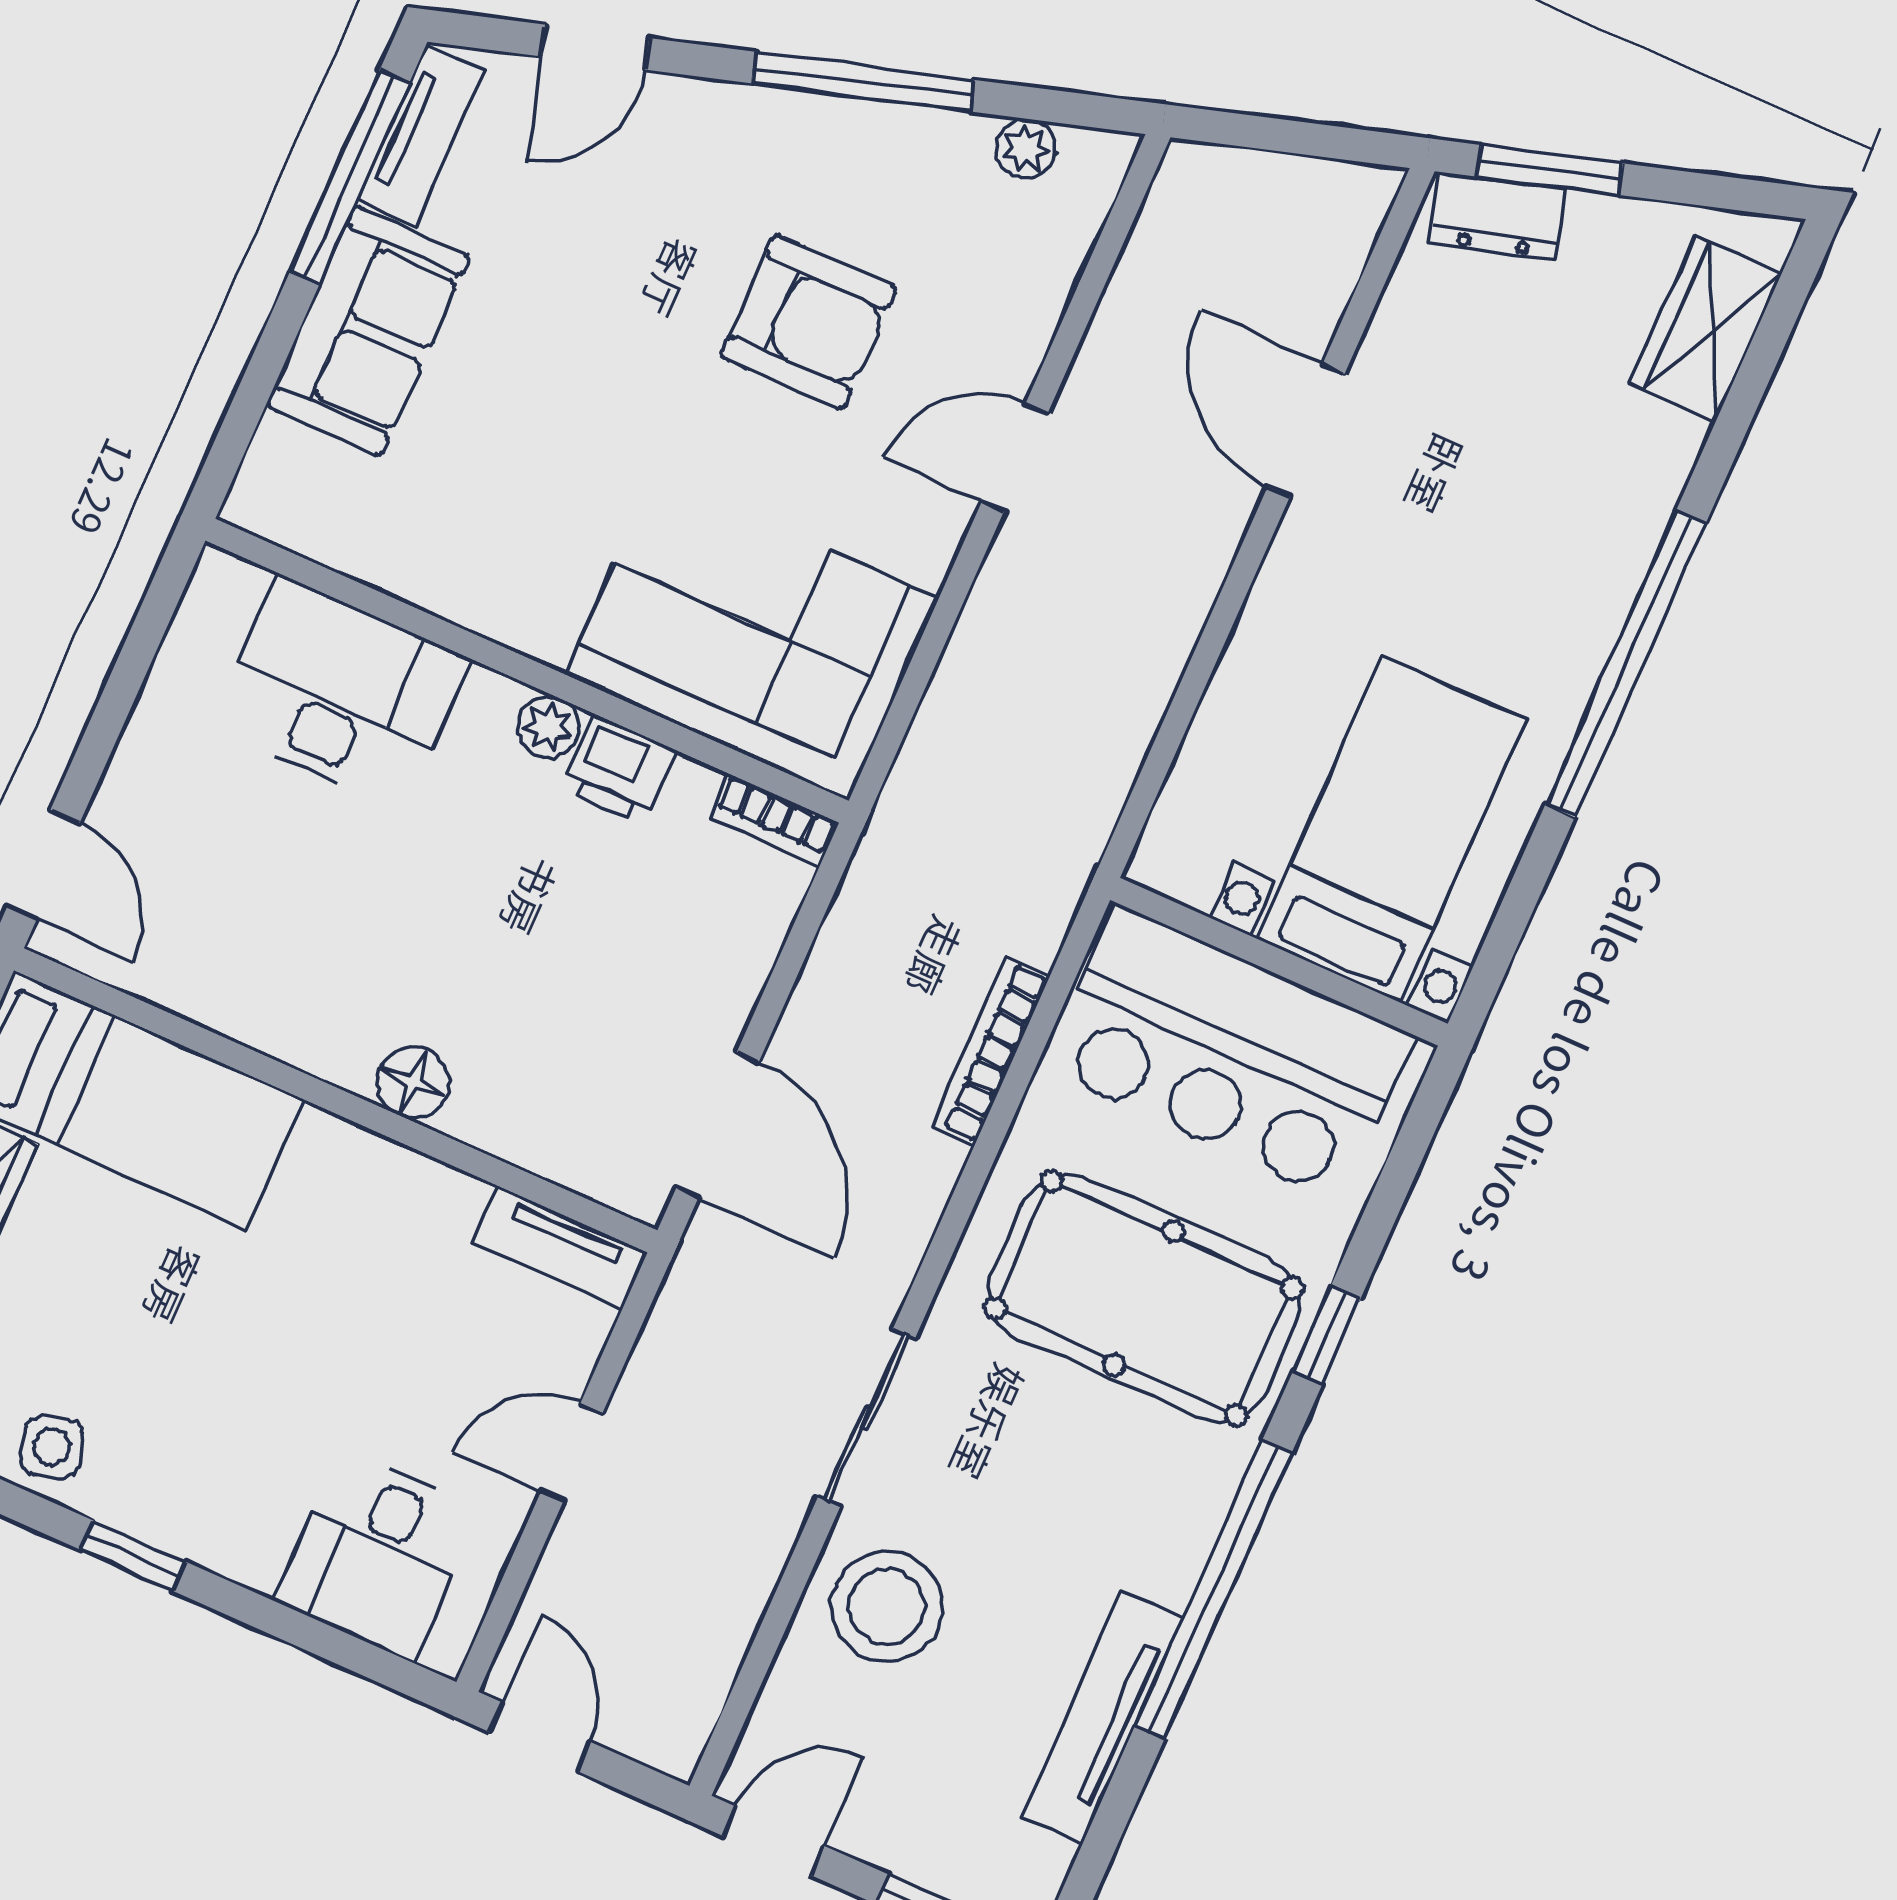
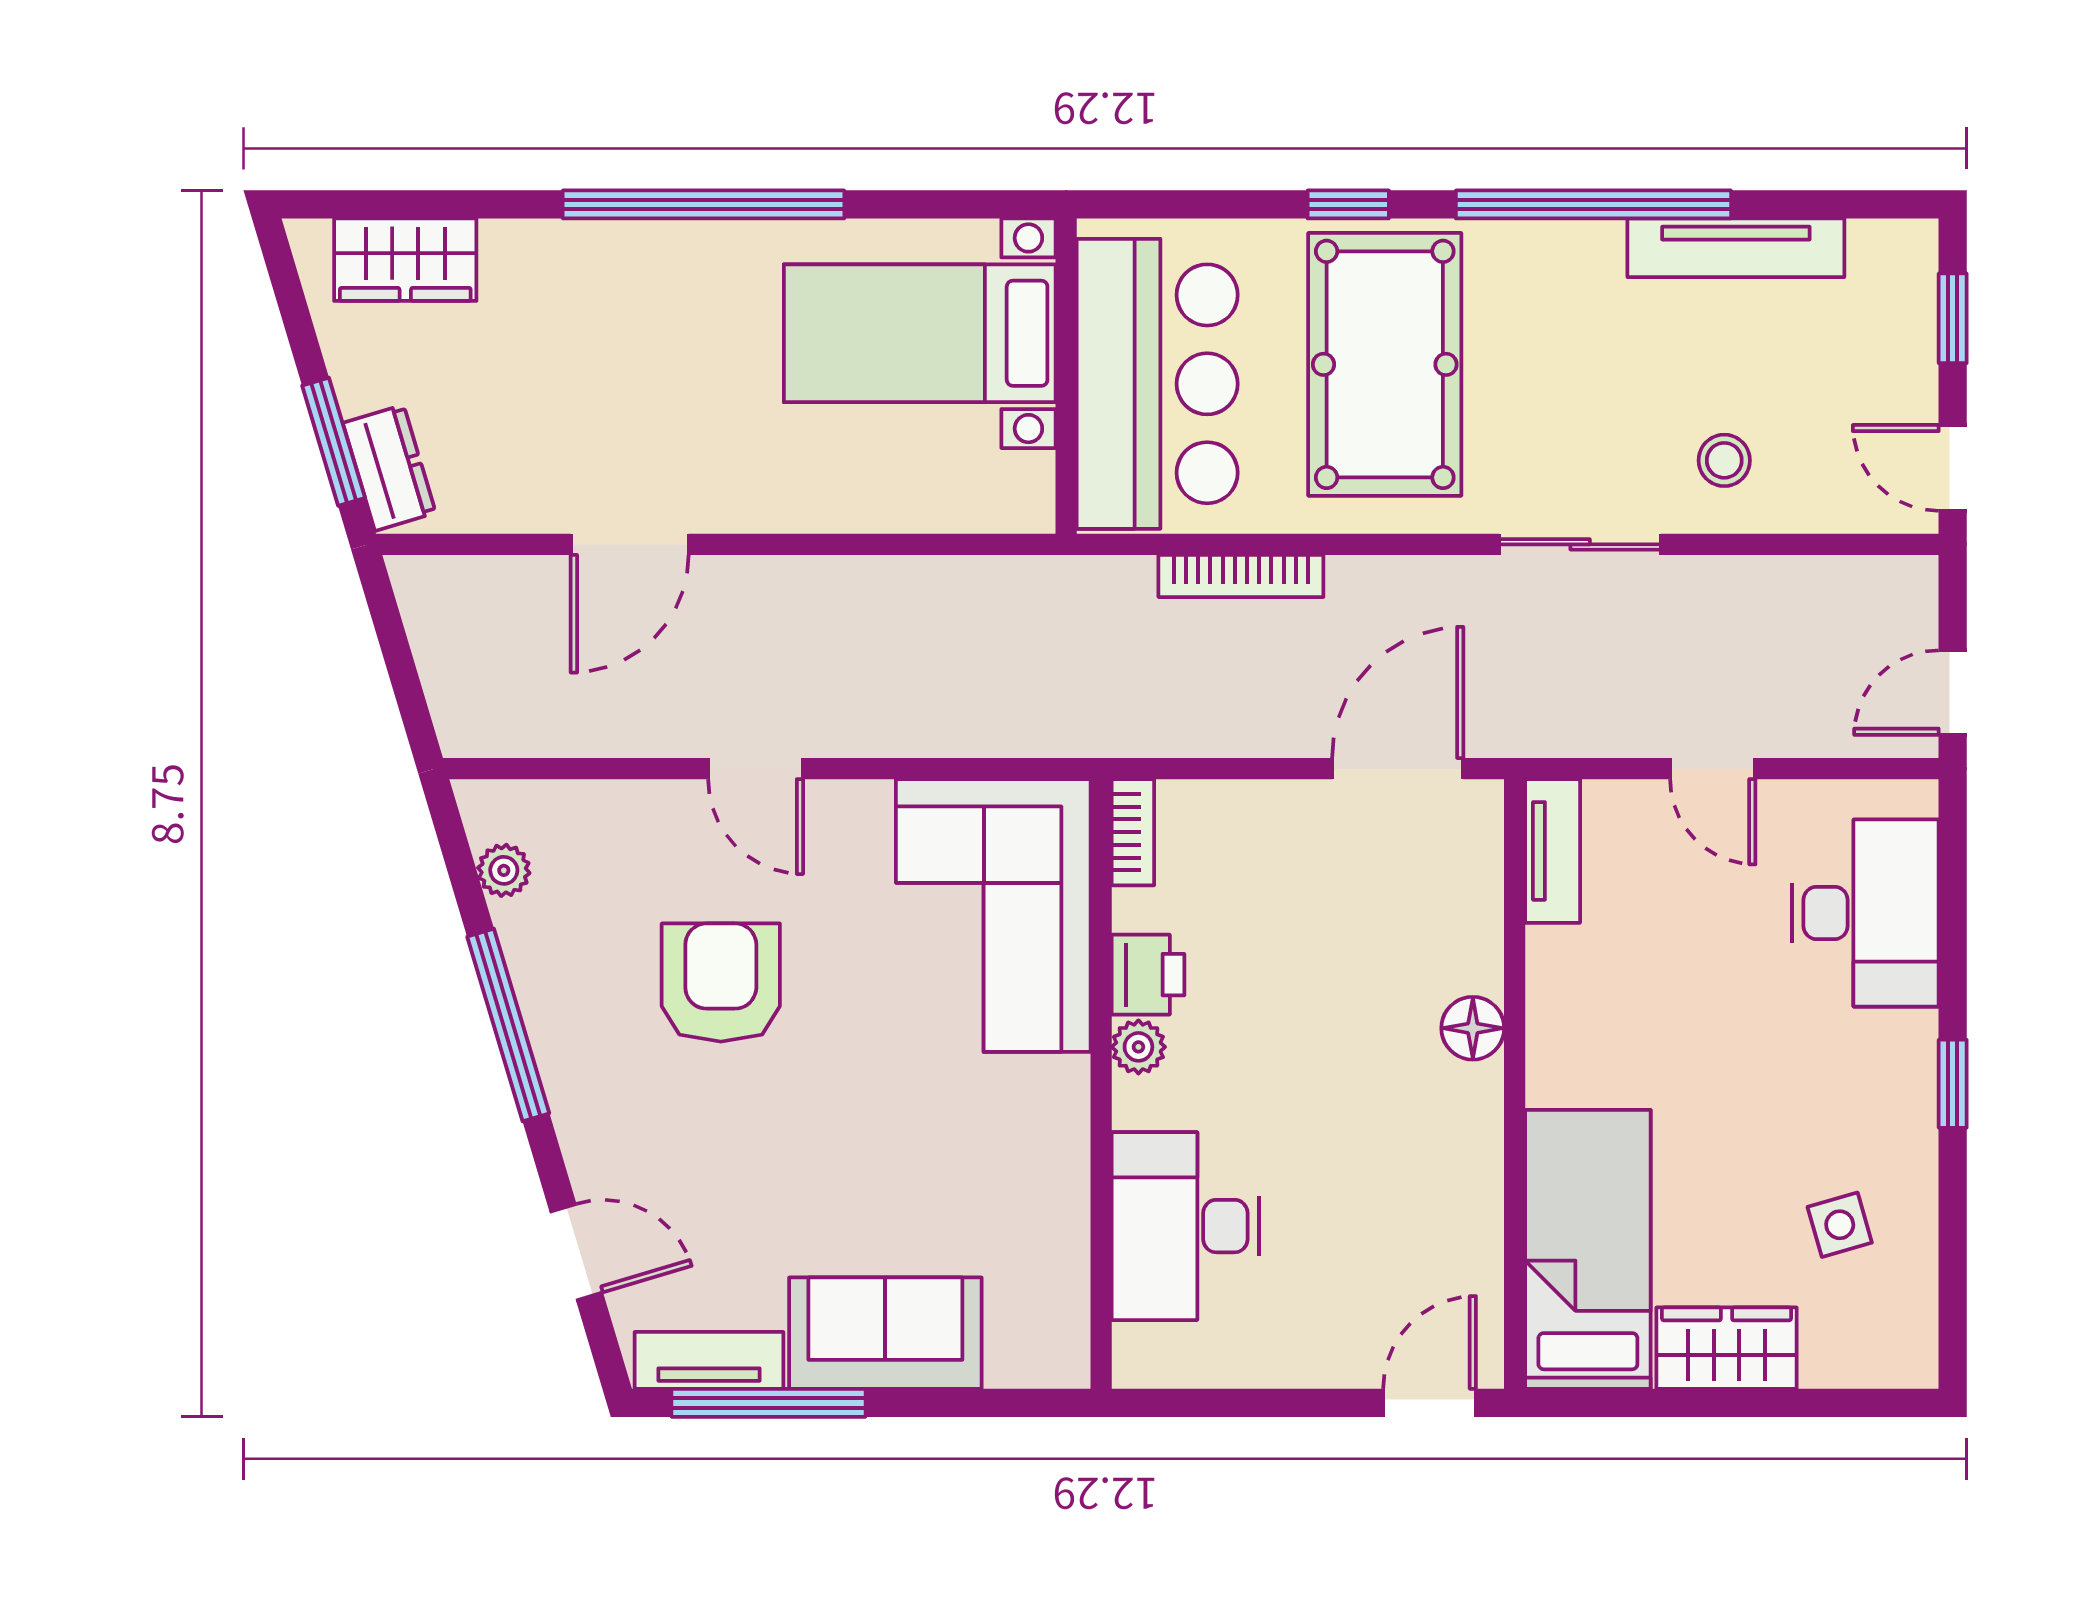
side table: (52, 1447) -> (1840, 1225), moved
desk: (378, 1556) -> (1865, 913), width x1.37
stool: (887, 1607) -> (1724, 460), width x0.53, depth x0.53

